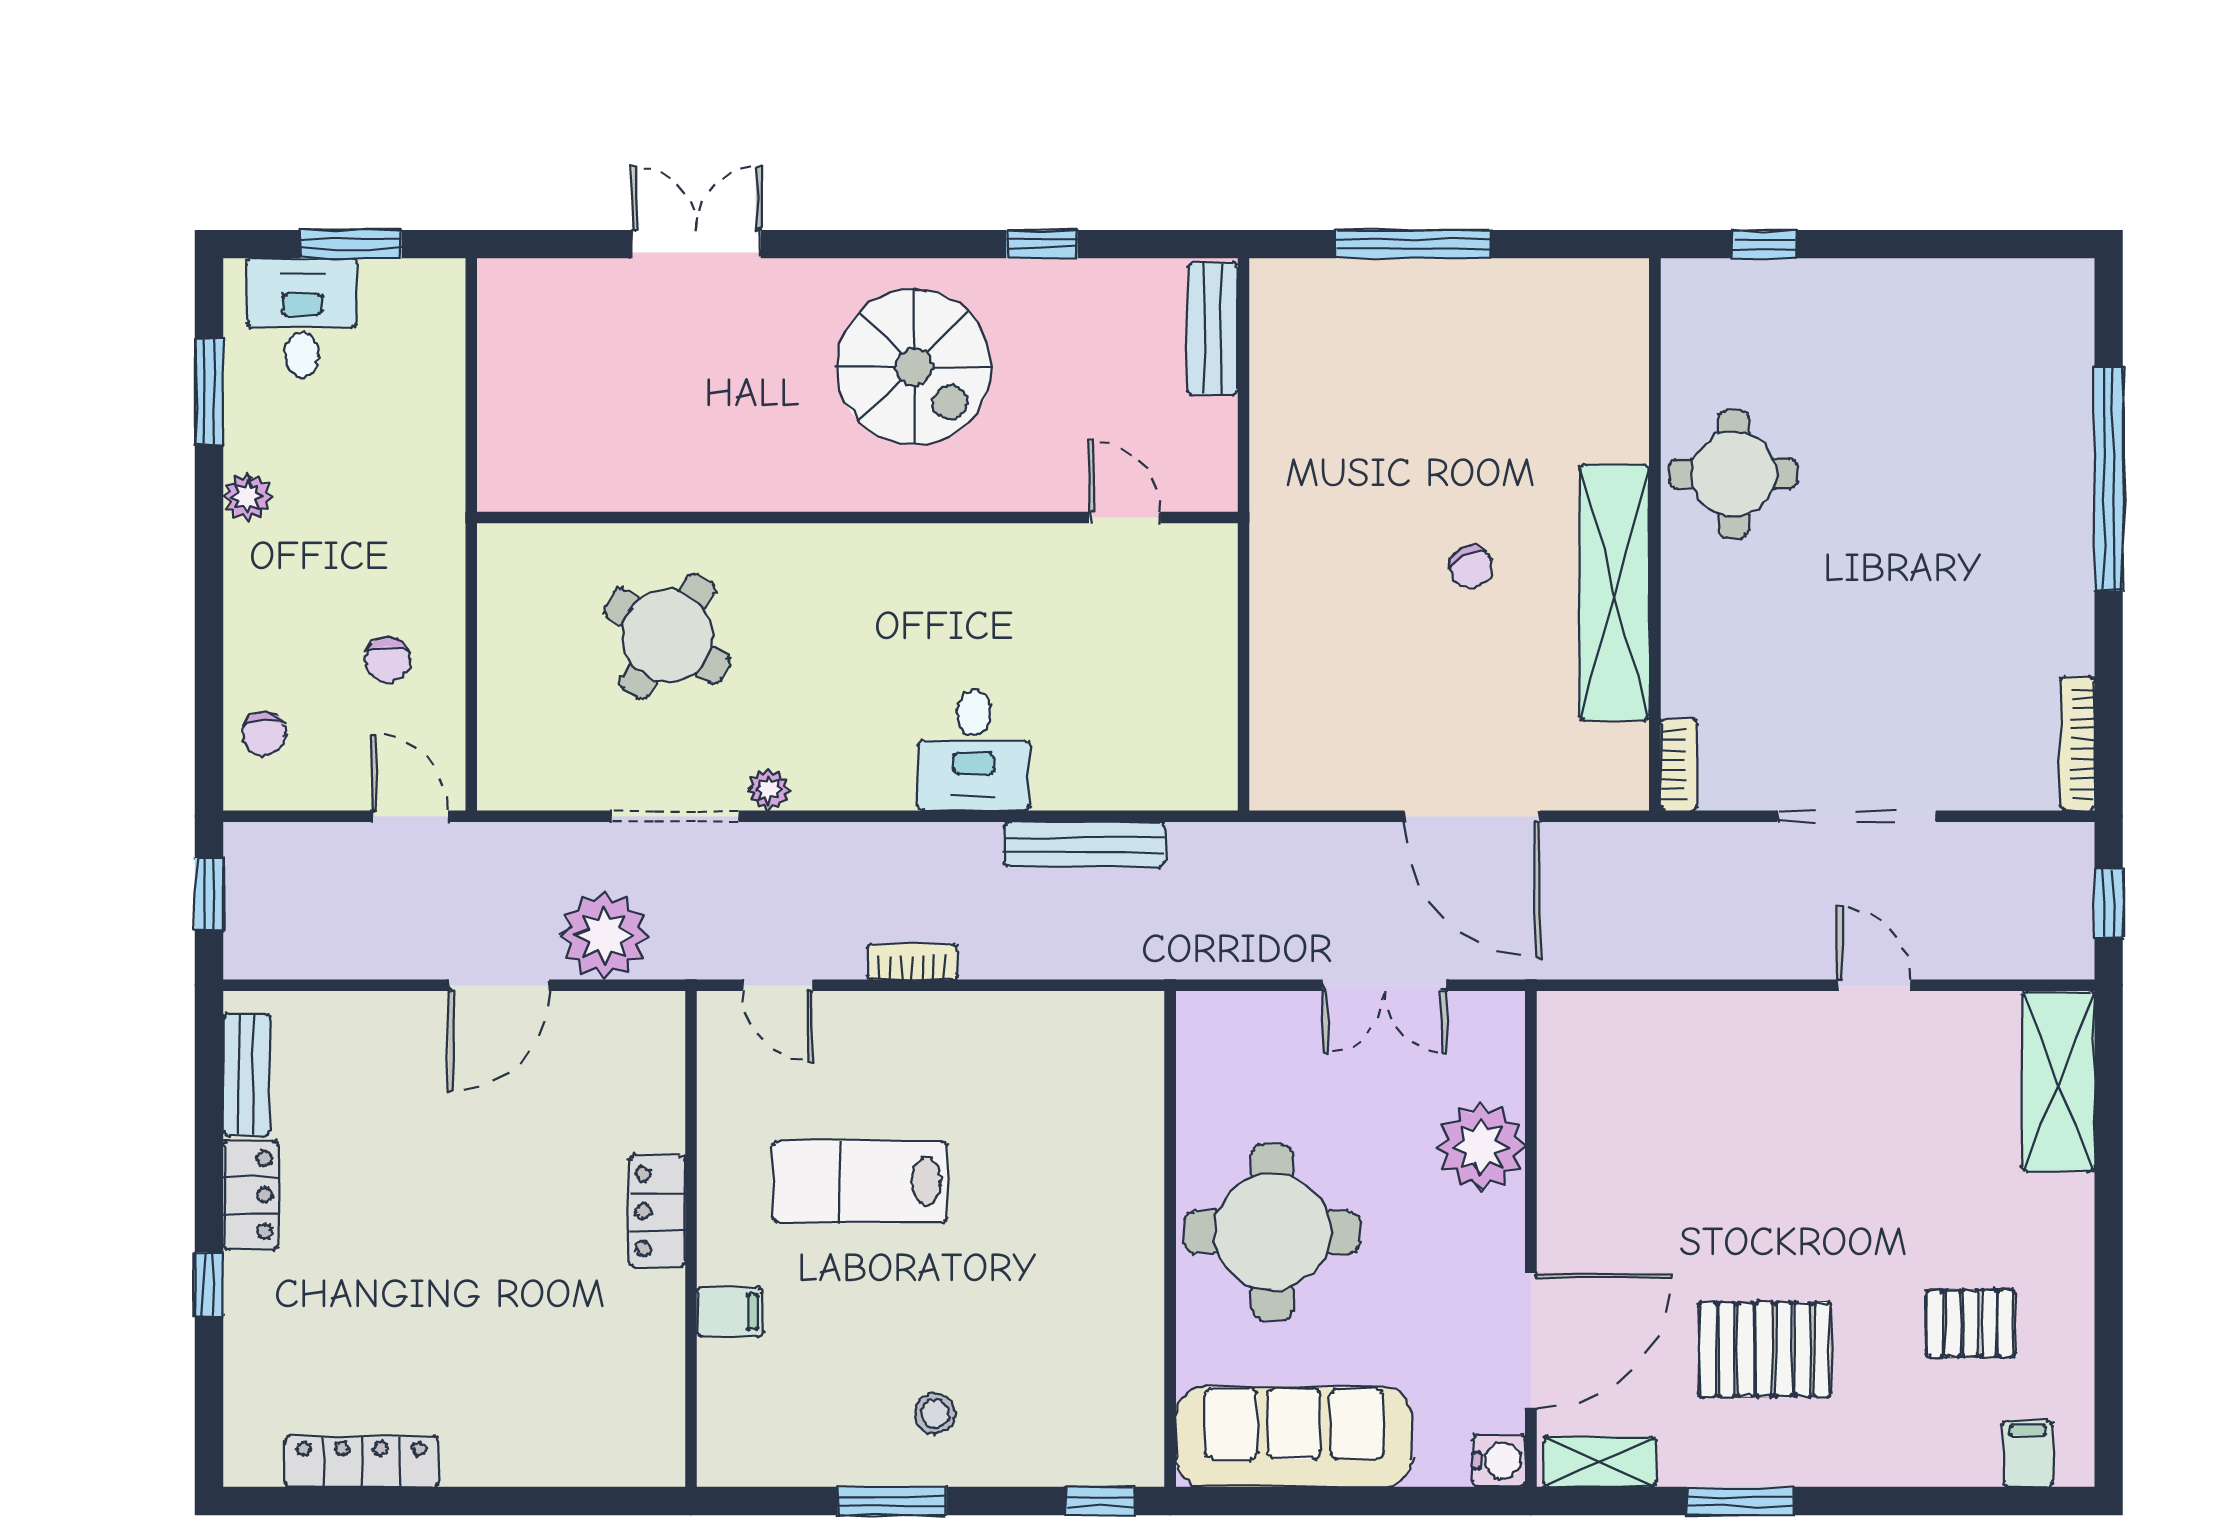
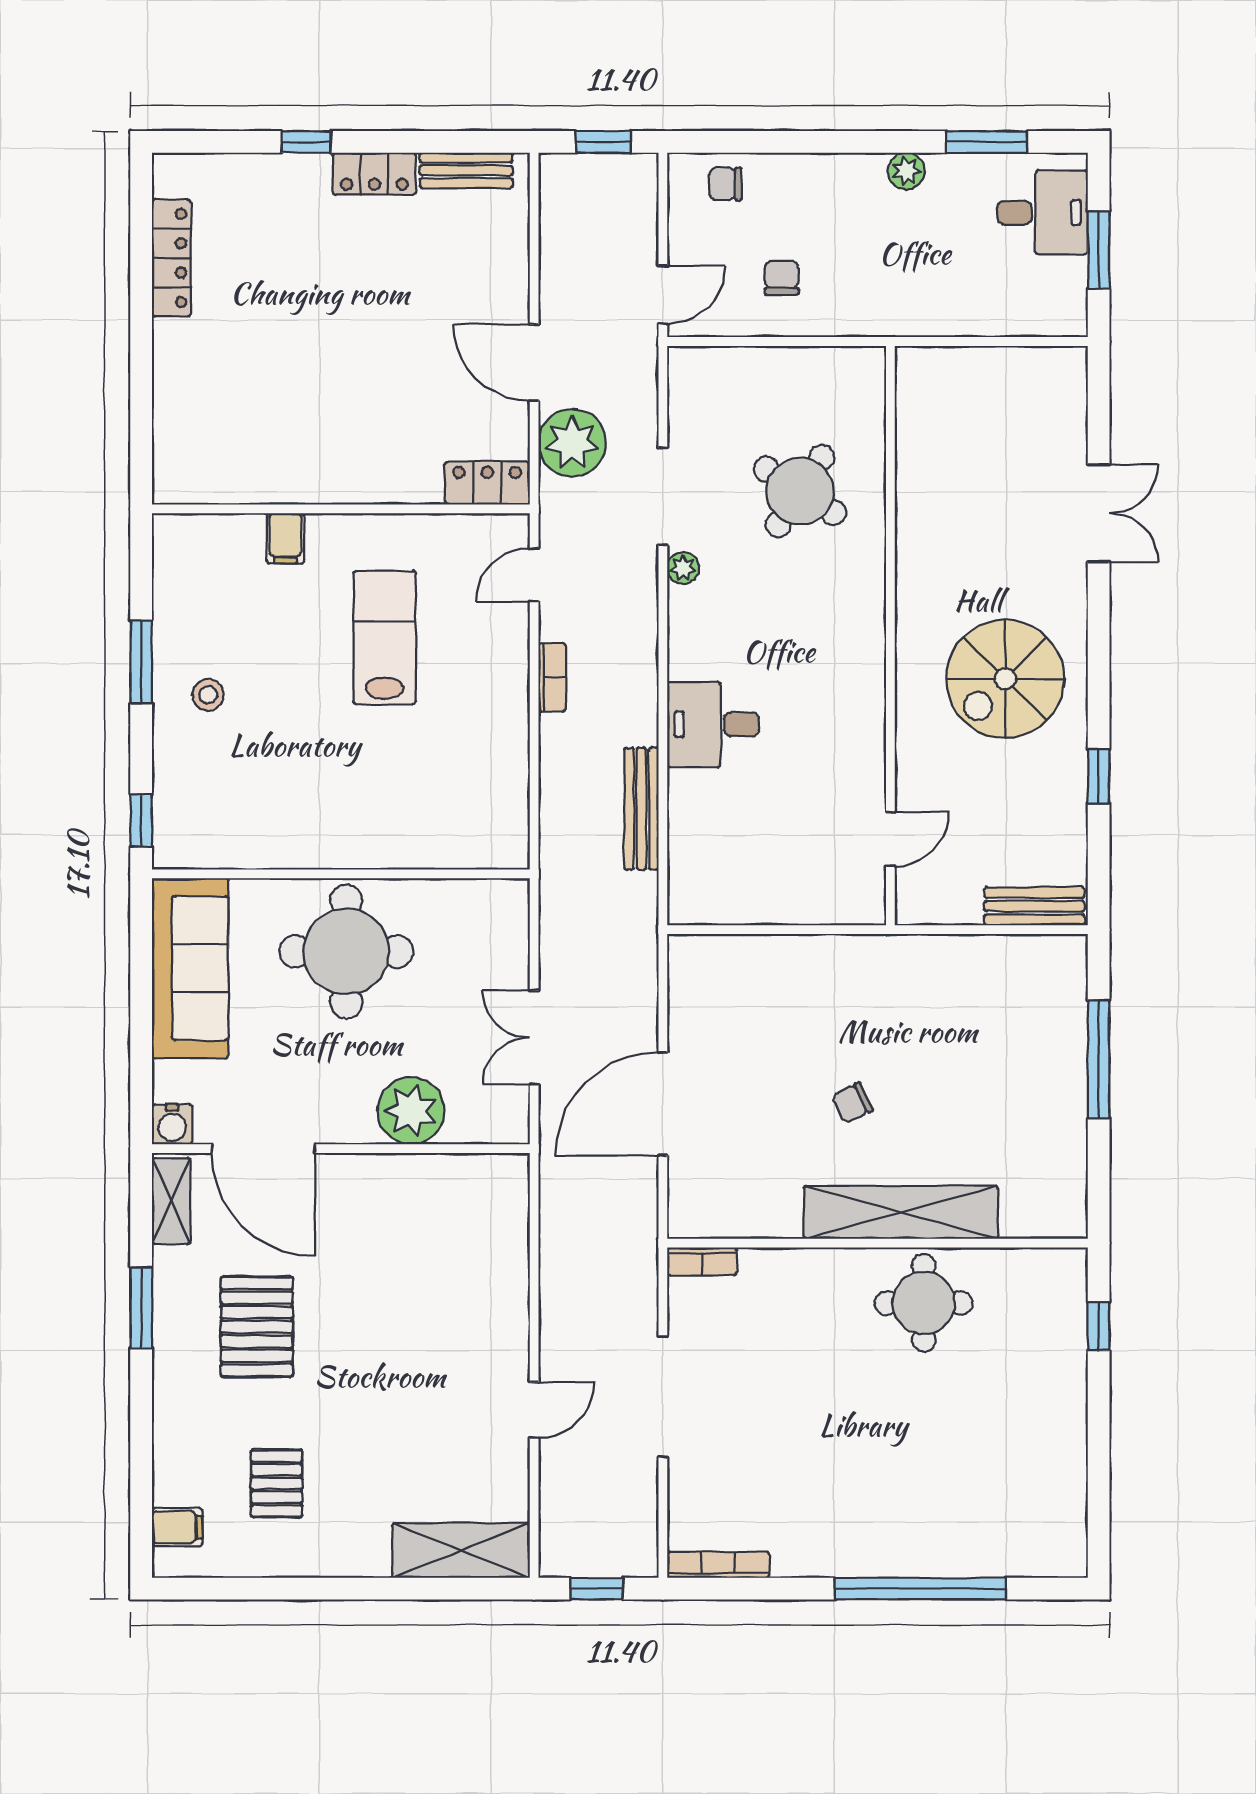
shelving: (1614, 593) -> (901, 1212), moved
chair: (387, 660) -> (782, 278), turned 90
locker: (657, 1211) -> (487, 483), moved

